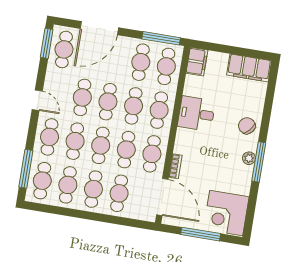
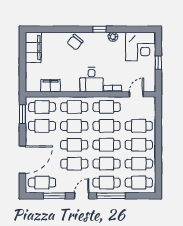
door: (99, 28) -> (22, 160), hinge flipped
window: (161, 38) -> (22, 114), width x0.69
window: (47, 43) -> (54, 196), moved
filing cabinet: (197, 62) -> (50, 86), moved
desk: (196, 114) -> (92, 80), moved
plant: (249, 158) -> (113, 37), moved
window: (259, 162) -> (100, 29), width x0.46
window: (26, 169) -> (111, 196), moved
door: (162, 197) -> (136, 94), width x0.53
window: (201, 234) -> (158, 62), width x0.46

